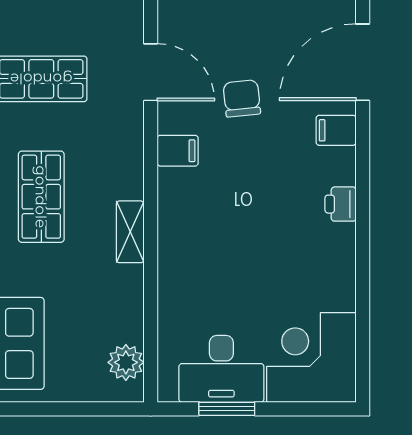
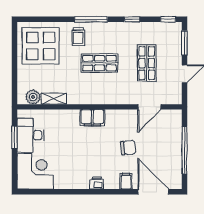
chair: (242, 98) -> (128, 148), moved
filing cabinet: (178, 151) -> (92, 118), moved, width x2.00
shelving: (130, 232) -> (54, 99), moved

